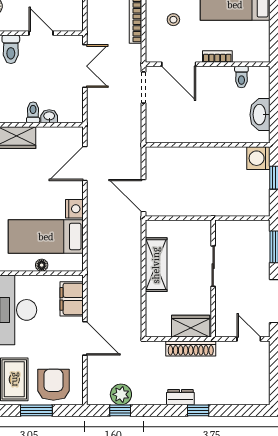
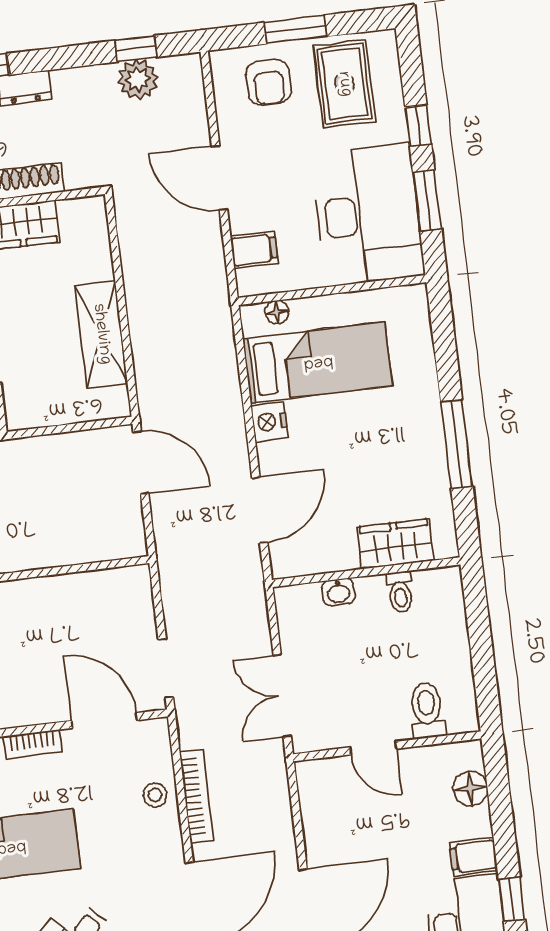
stool: (173, 20) -> (155, 795), moved
toilet: (33, 112) -> (400, 592), moved
floor lamp: (42, 265) -> (277, 312), moved
filing cabinet: (72, 299) -> (254, 250), width x0.50
armchair: (53, 385) -> (269, 82), width x0.72, depth x0.72

